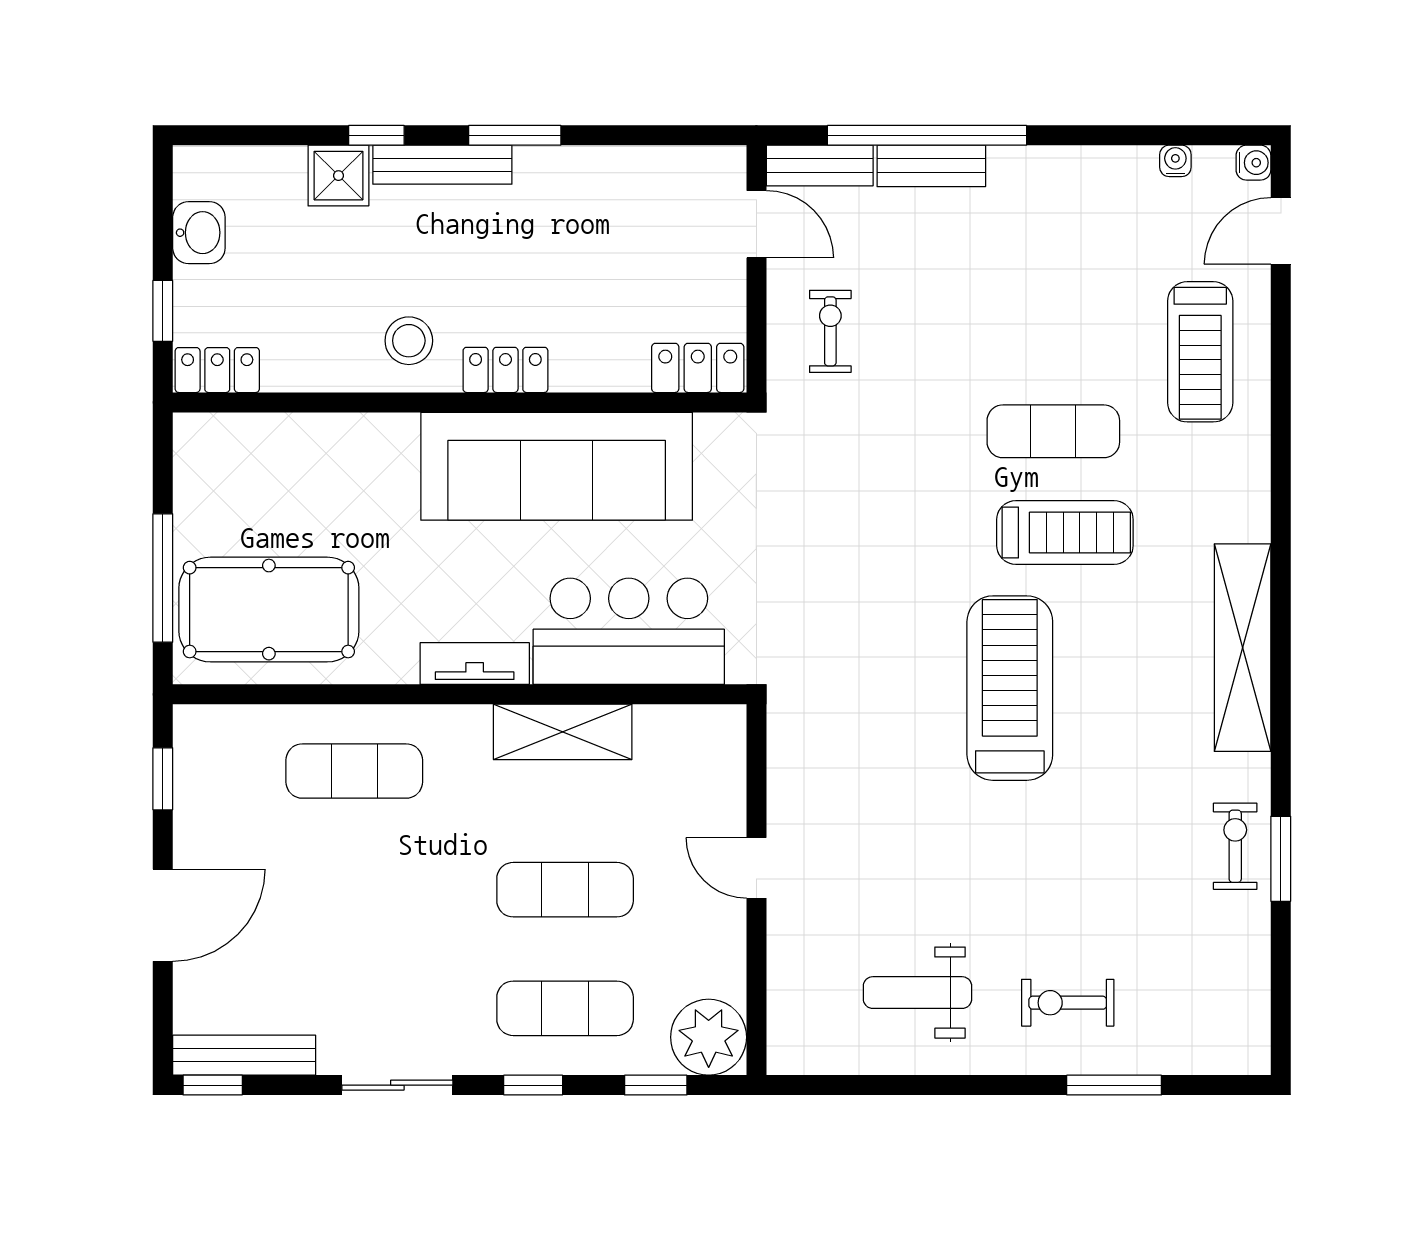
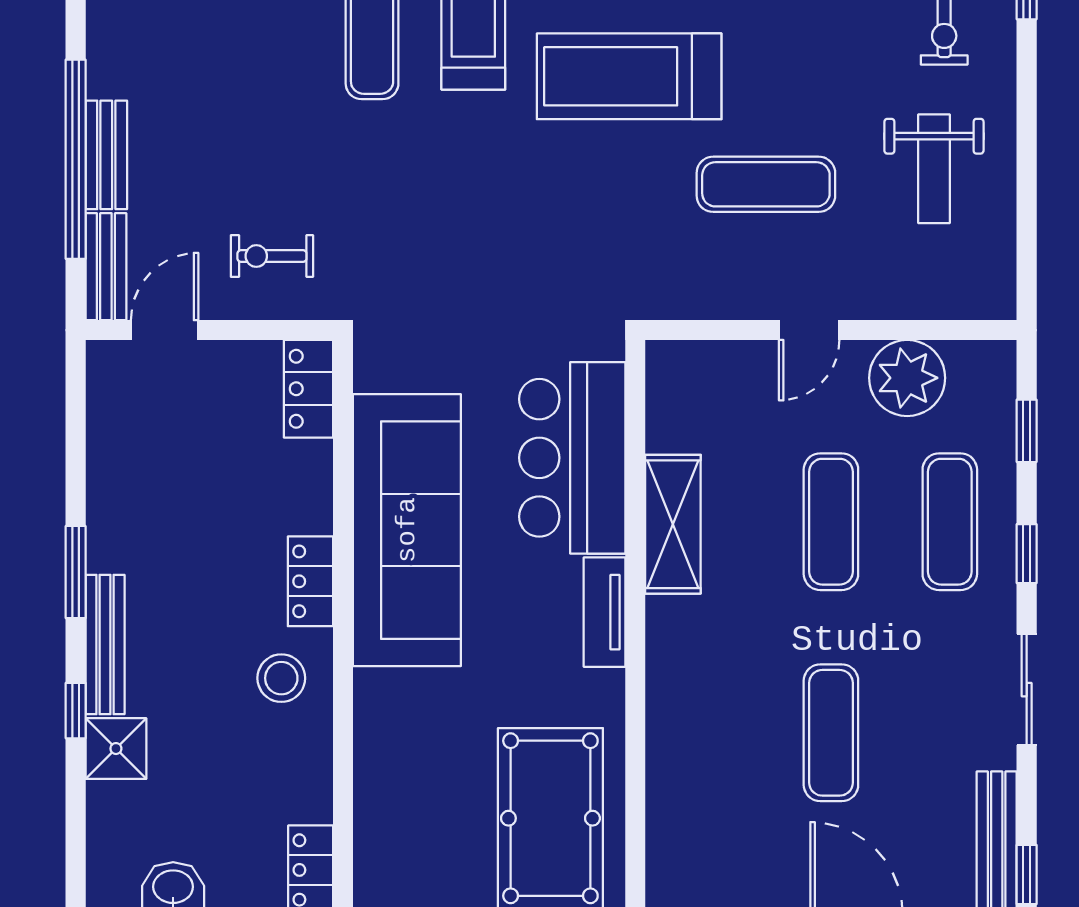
exercise mat: (354, 771) -> (831, 733), moved
exercise mat: (902, 825) -> (766, 184), added
plant: (709, 1037) -> (907, 378), moved

